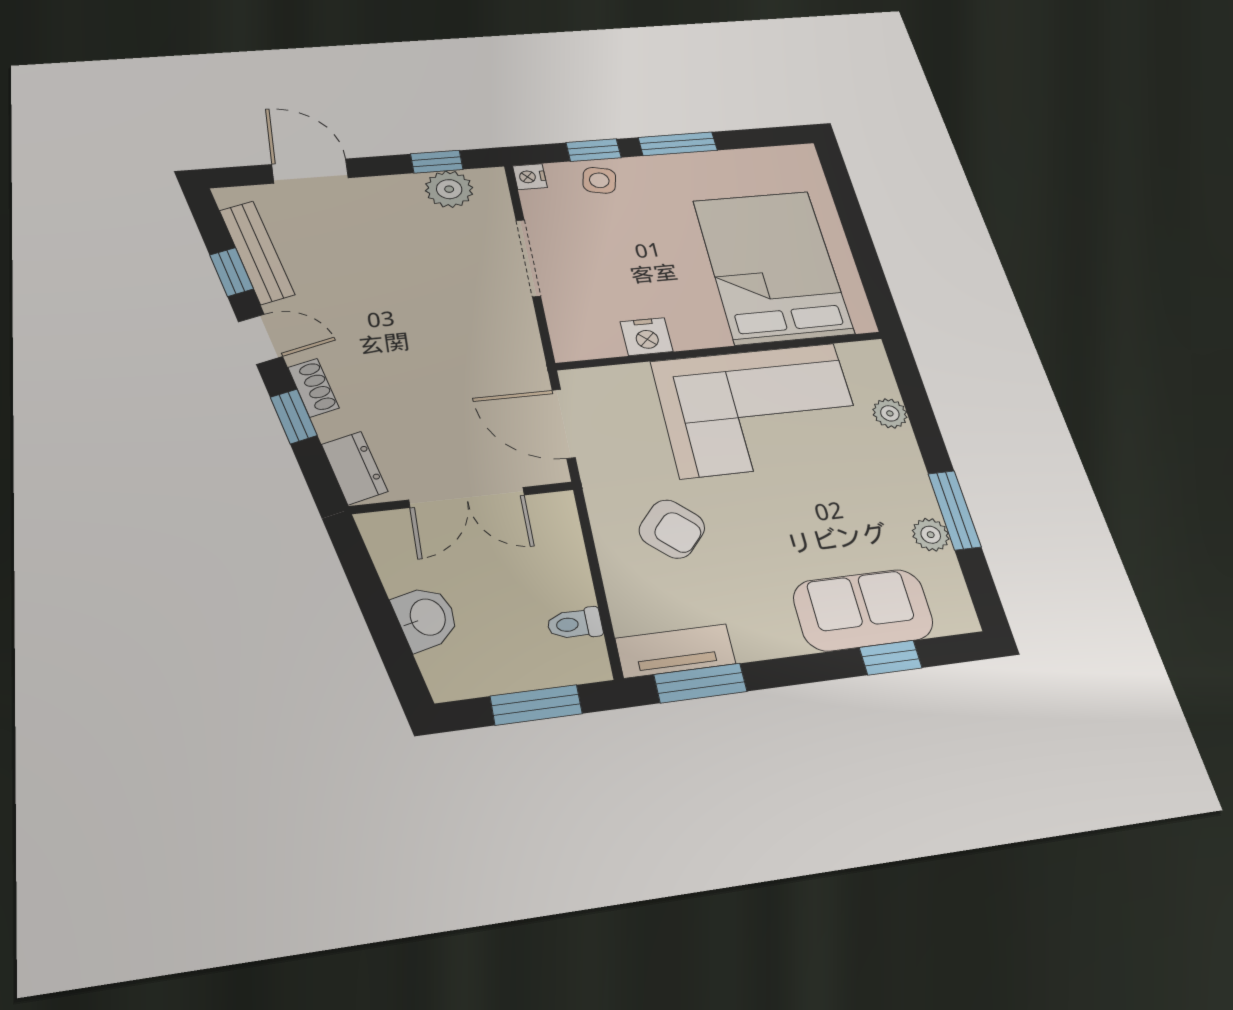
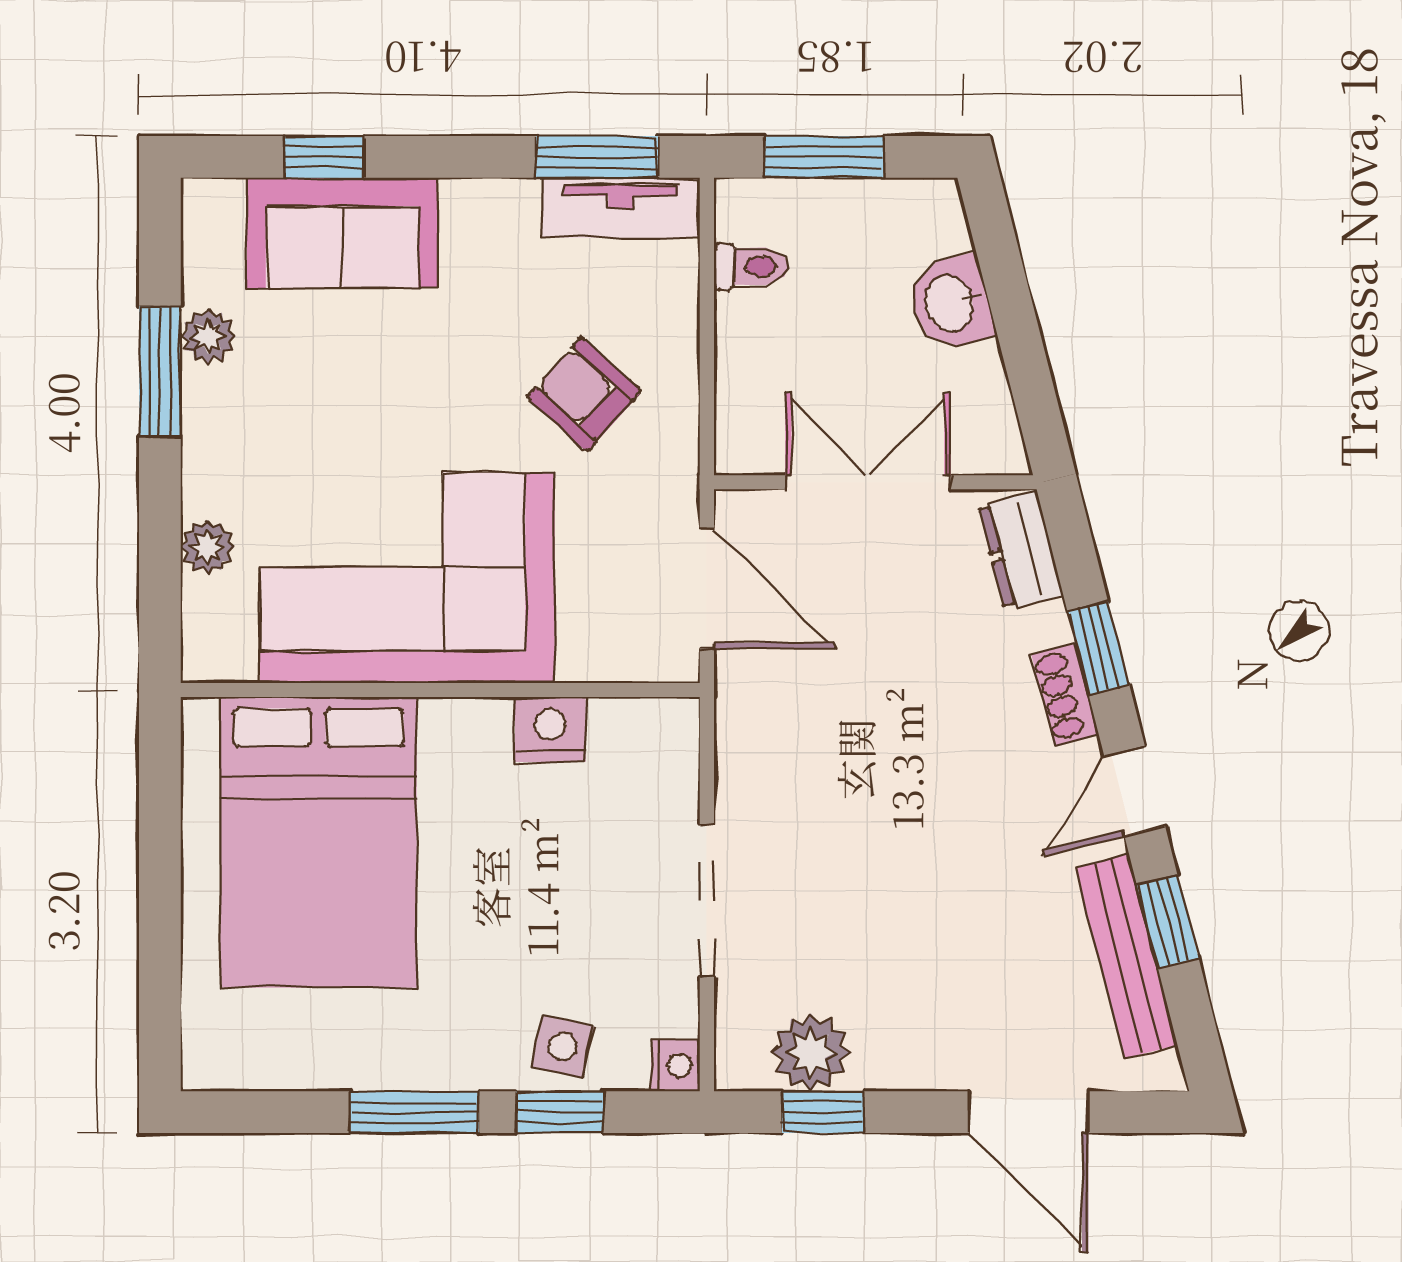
door: (260, 339) -> (1135, 791), hinge flipped

